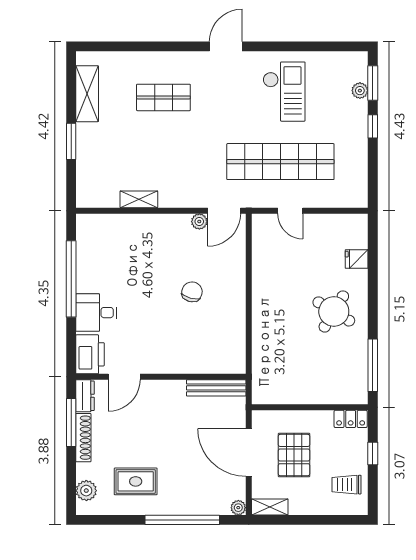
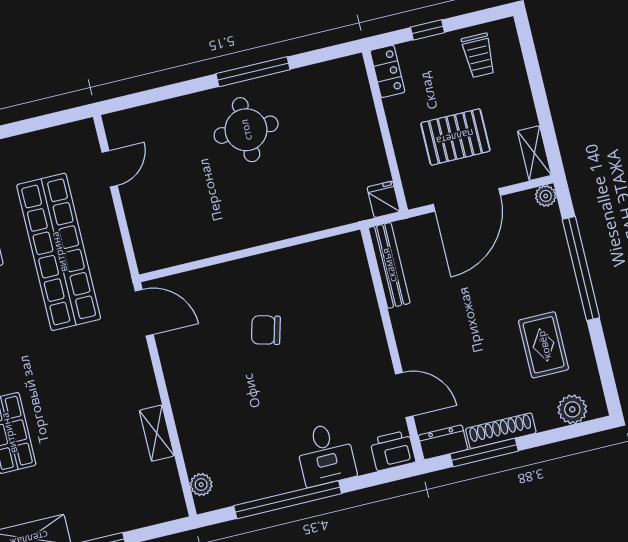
door: (290, 211) -> (110, 169), moved
plant: (199, 221) -> (201, 485), moved
fridge: (357, 259) -> (384, 199), moved, turned 180
round table: (334, 311) -> (246, 130), turned -31
printer: (90, 354) -> (393, 450), width x0.73, depth x0.84
window: (373, 365) -> (253, 72), moved

